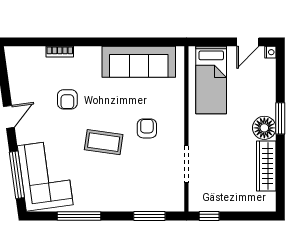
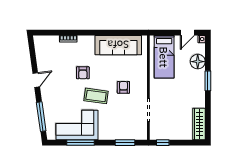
armchair: (67, 99) -> (83, 73), moved
floor lamp: (264, 128) -> (198, 62), moved
wardrobe: (266, 166) -> (199, 124), moved
corner sofa: (45, 175) -> (77, 125), moved, turned -82

